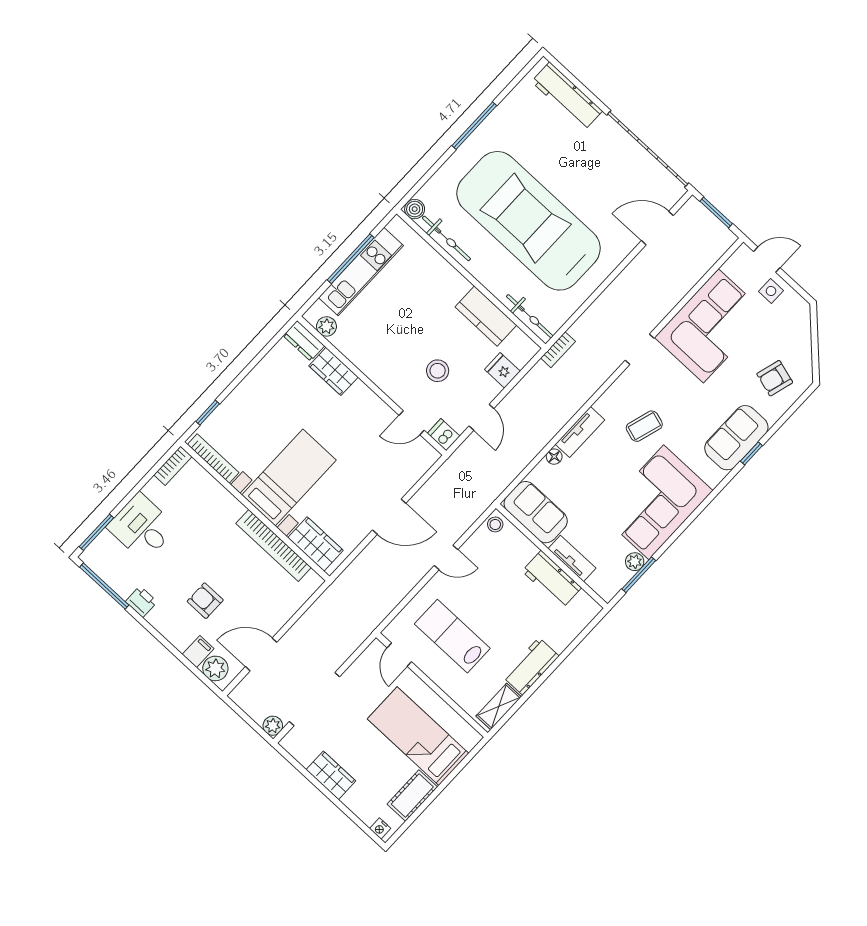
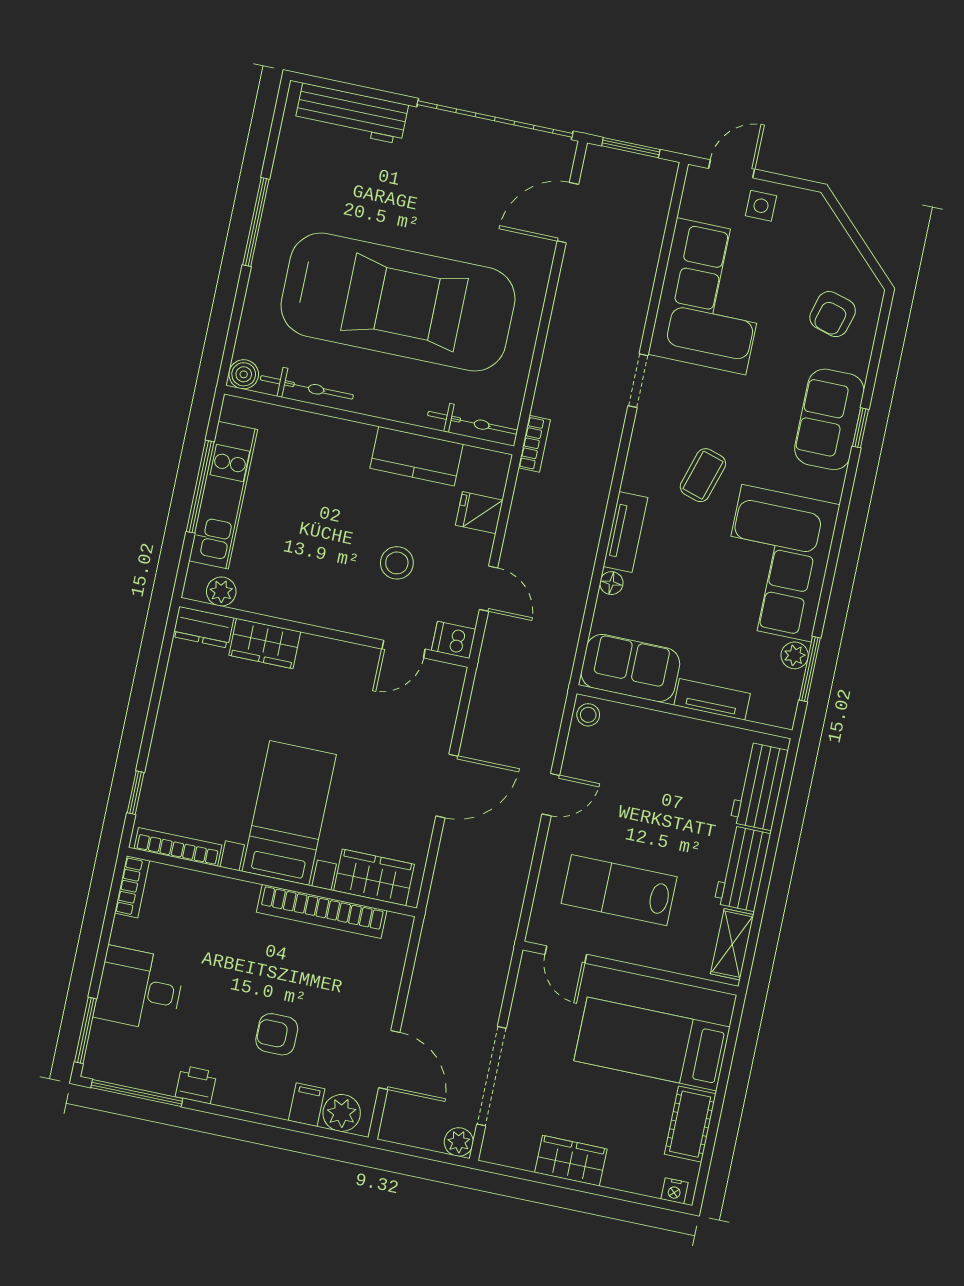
car: (529, 221) -> (398, 302), turned 180
workbench: (552, 579) -> (759, 786), moved, turned 90
door: (261, 654) -> (389, 1060), swing flipped

